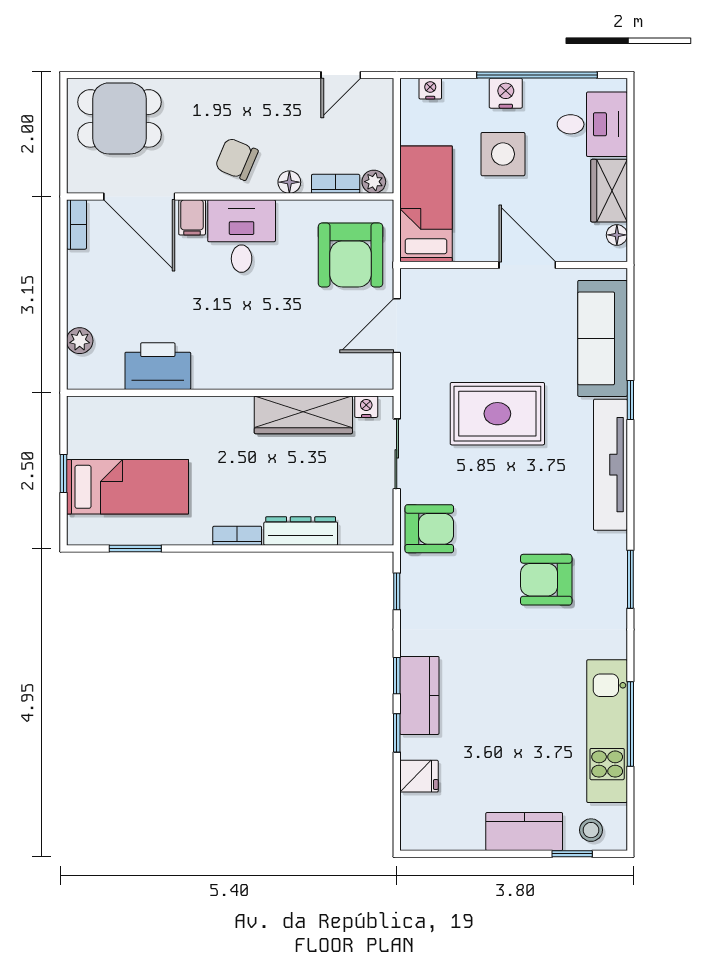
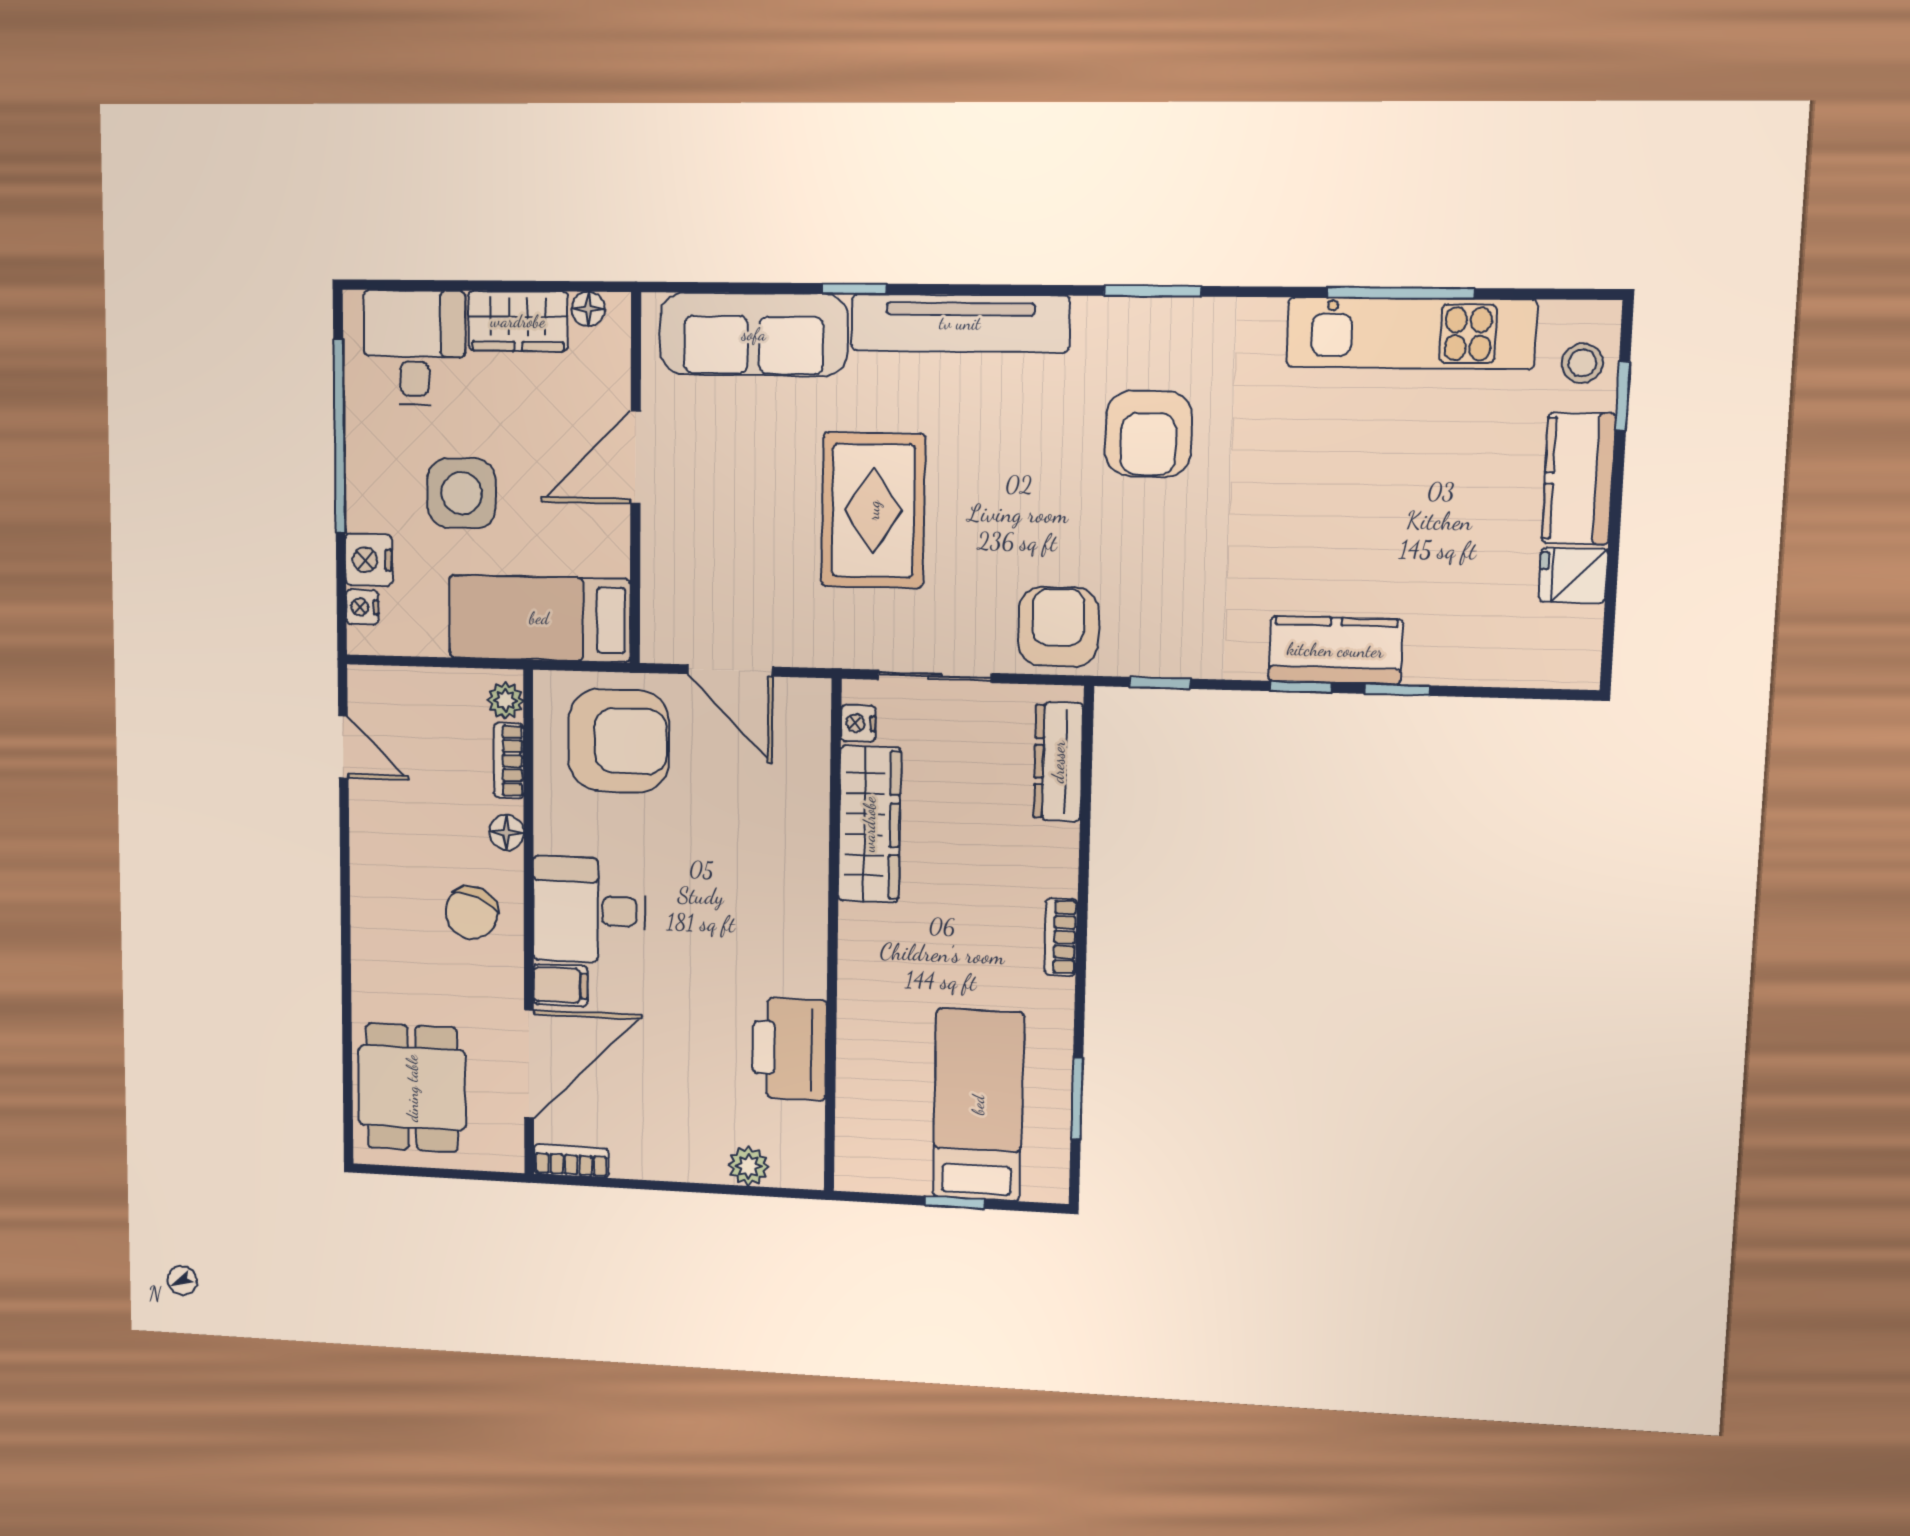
nightstand: (506, 93) -> (369, 560), moved
dresser: (301, 531) -> (1058, 762), moved
fridge: (419, 776) -> (1573, 575), moved, turned -90

